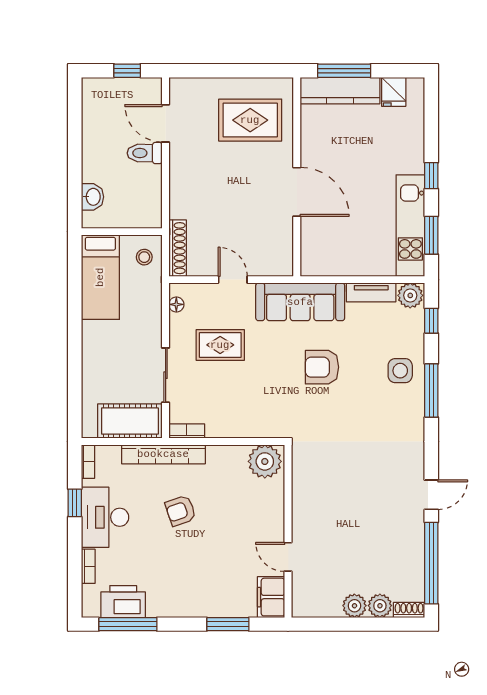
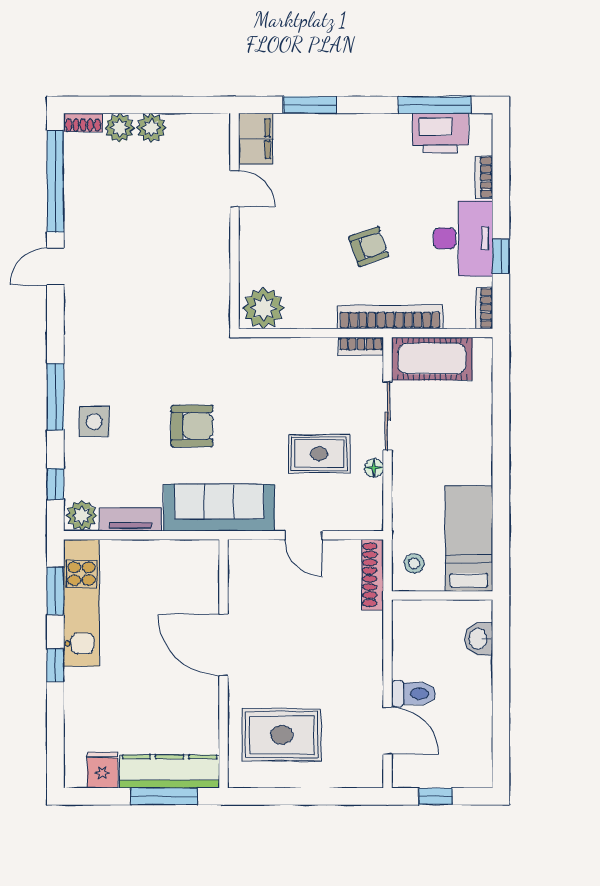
floor lamp: (176, 304) -> (374, 468), moved

